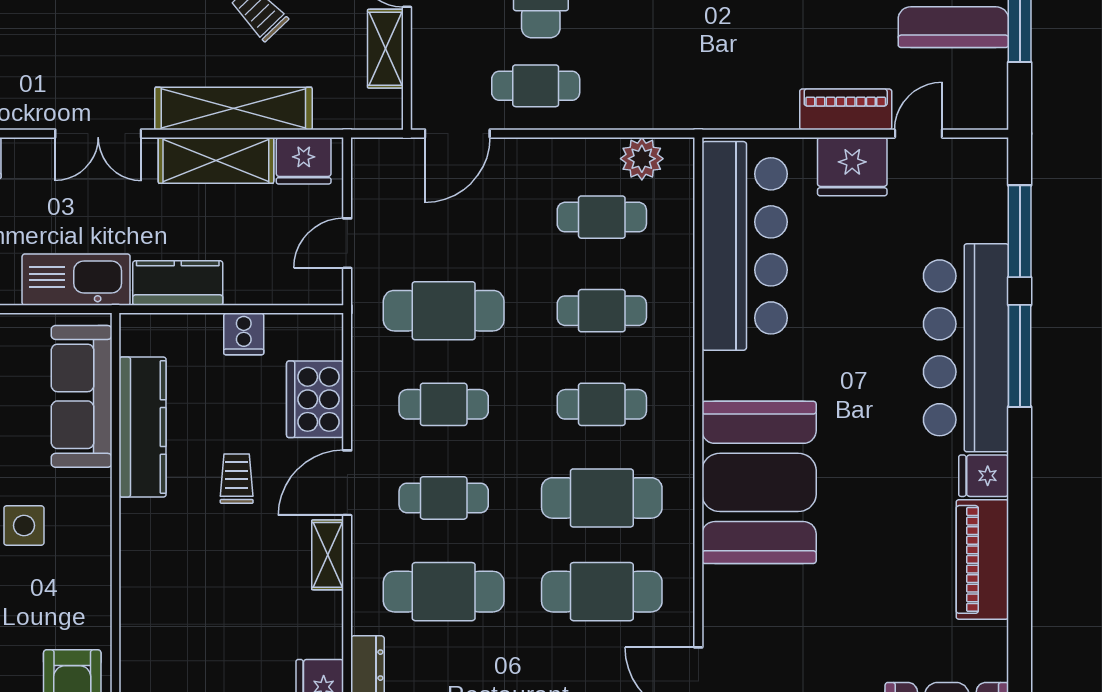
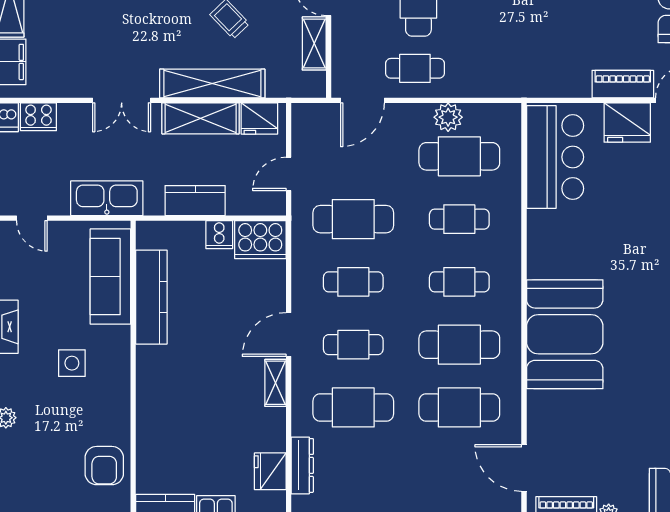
plant: (642, 159) -> (448, 117), moved
cafe table: (602, 217) -> (459, 156), width x1.37, depth x1.35
bar counter: (745, 246) -> (555, 157), width x0.73
kitchen counter: (178, 283) -> (195, 201), moved
cooker: (315, 399) -> (260, 240), moved, turned -90
trolley: (237, 479) -> (214, 332), removed

